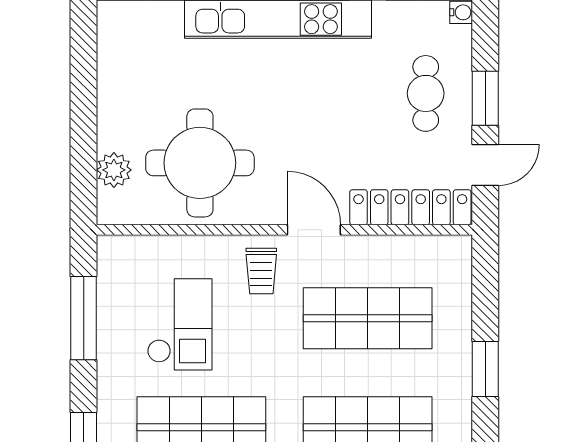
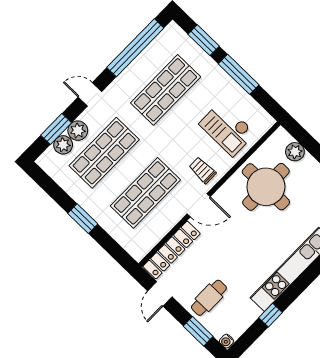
cafe table: (426, 93) -> (209, 298), turned 90
window: (485, 98) -> (198, 331), moved
window: (84, 318) -> (239, 74), moved
checkout: (180, 324) -> (227, 129), moved

